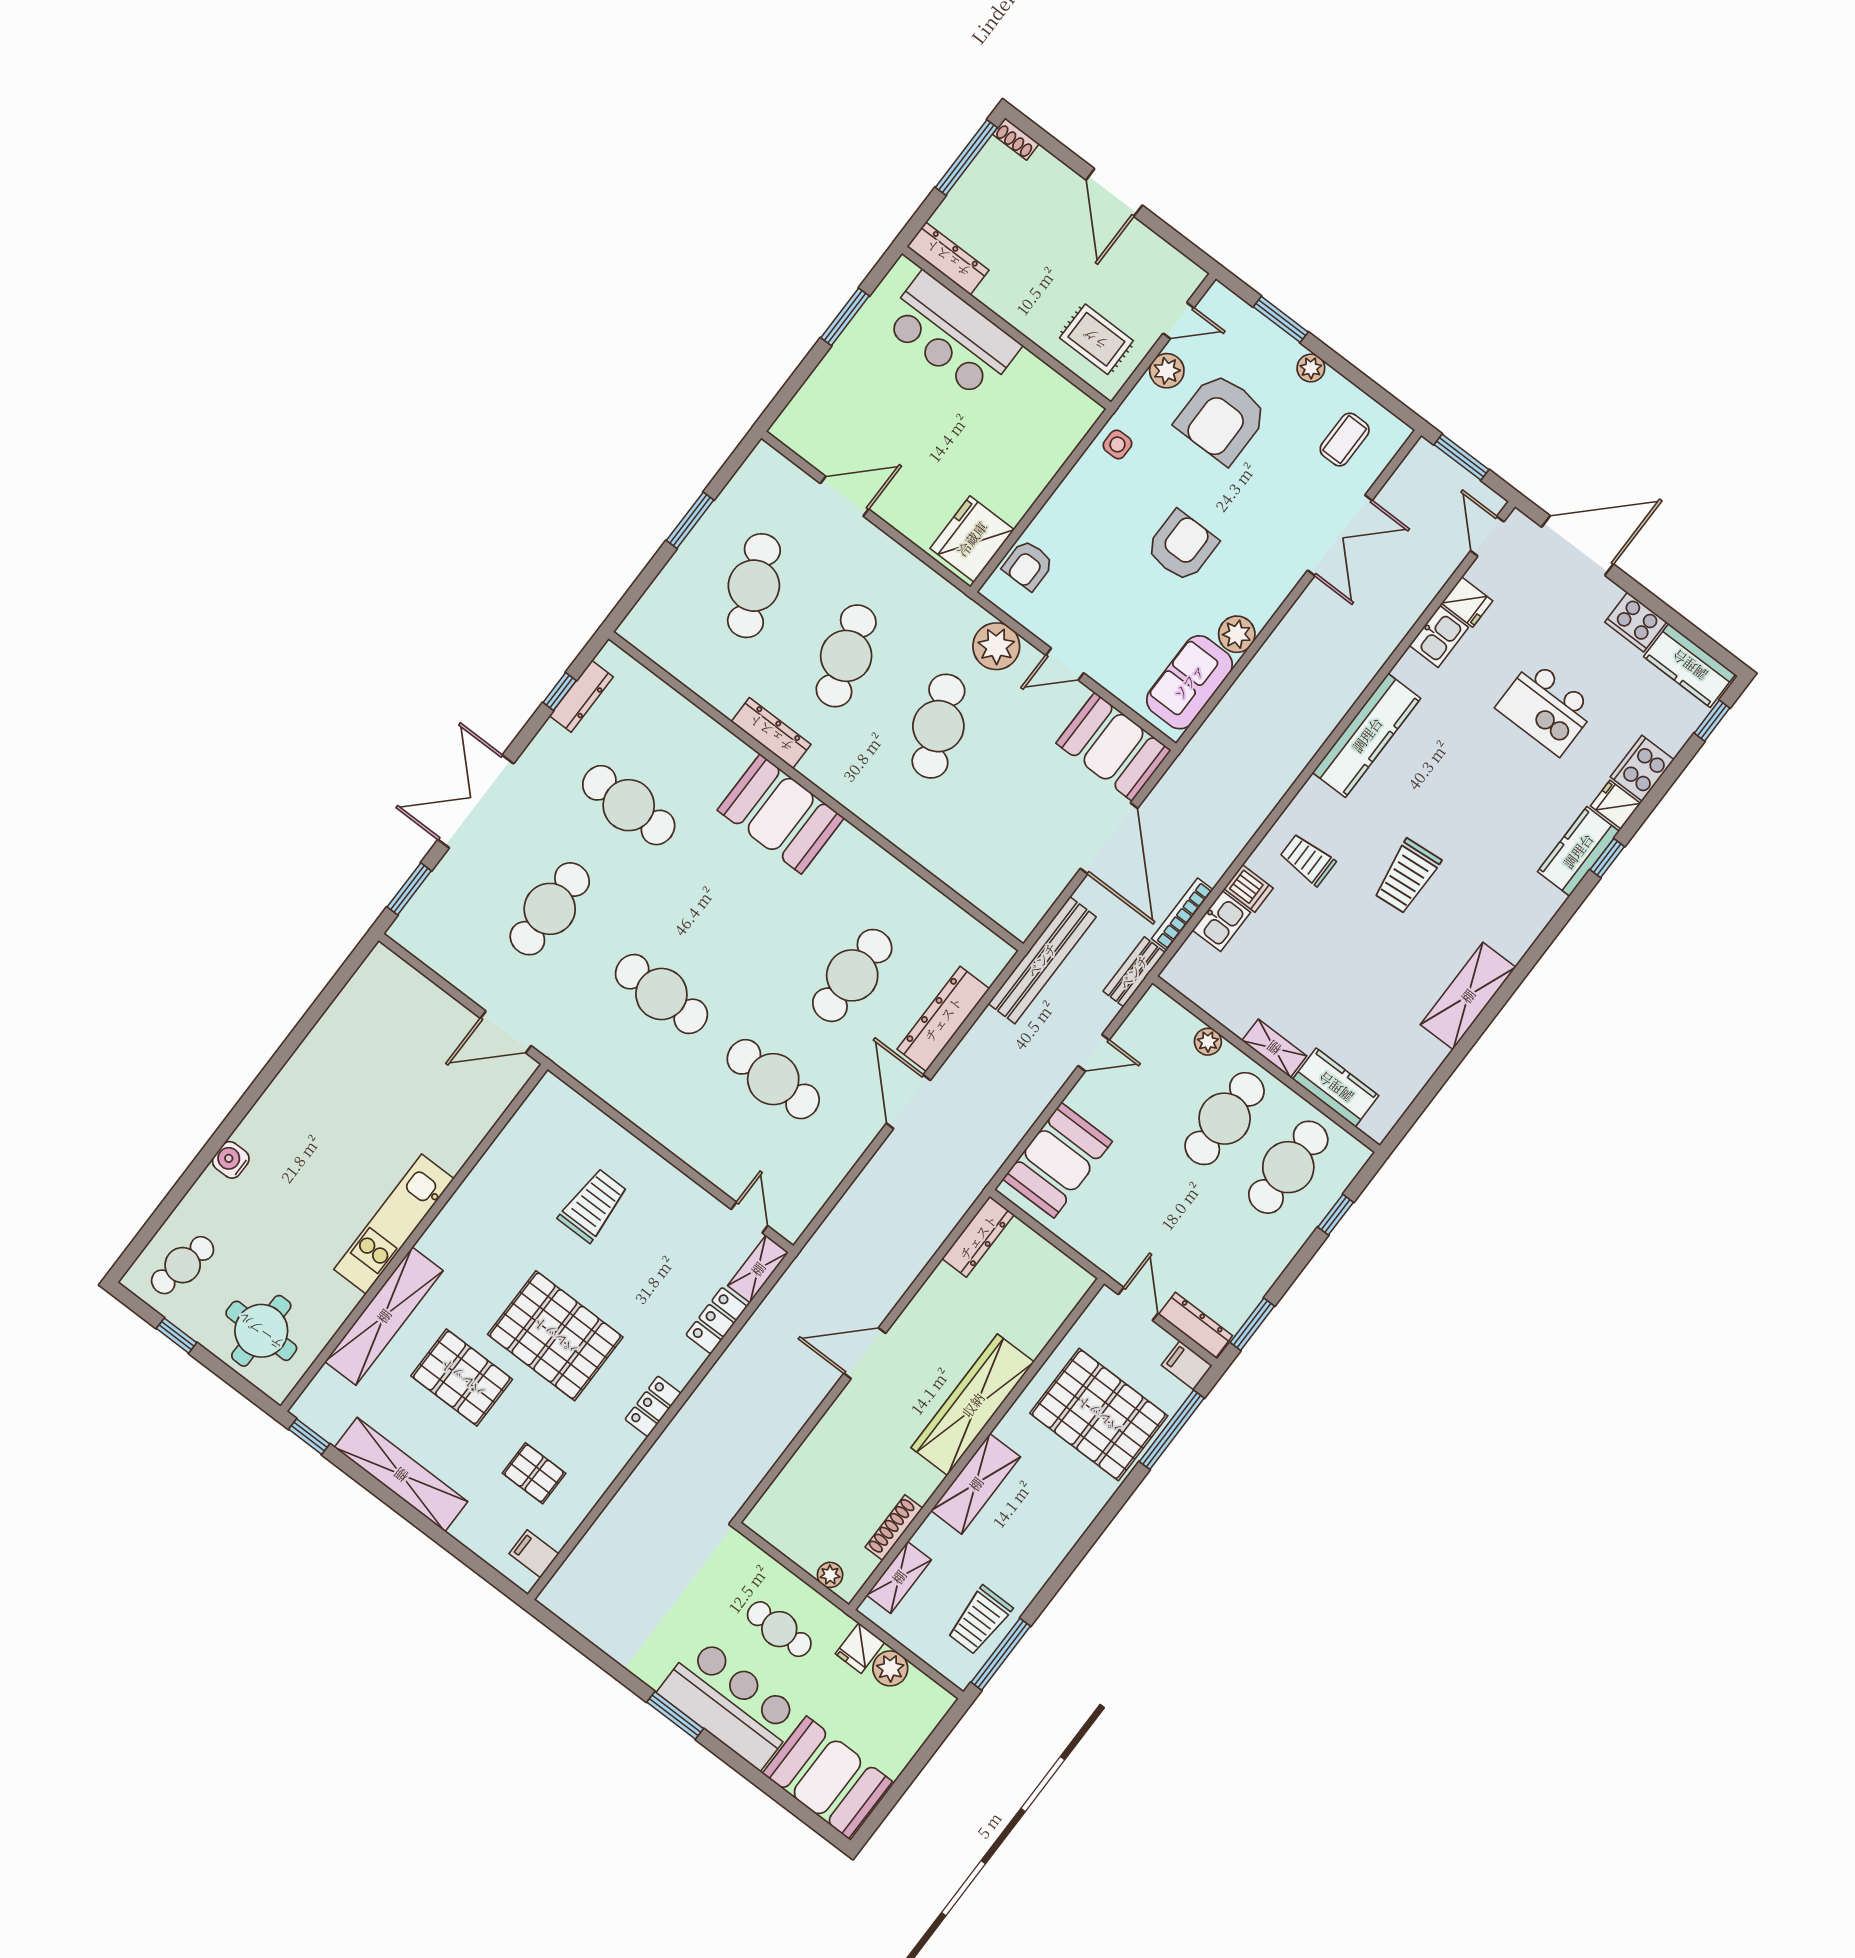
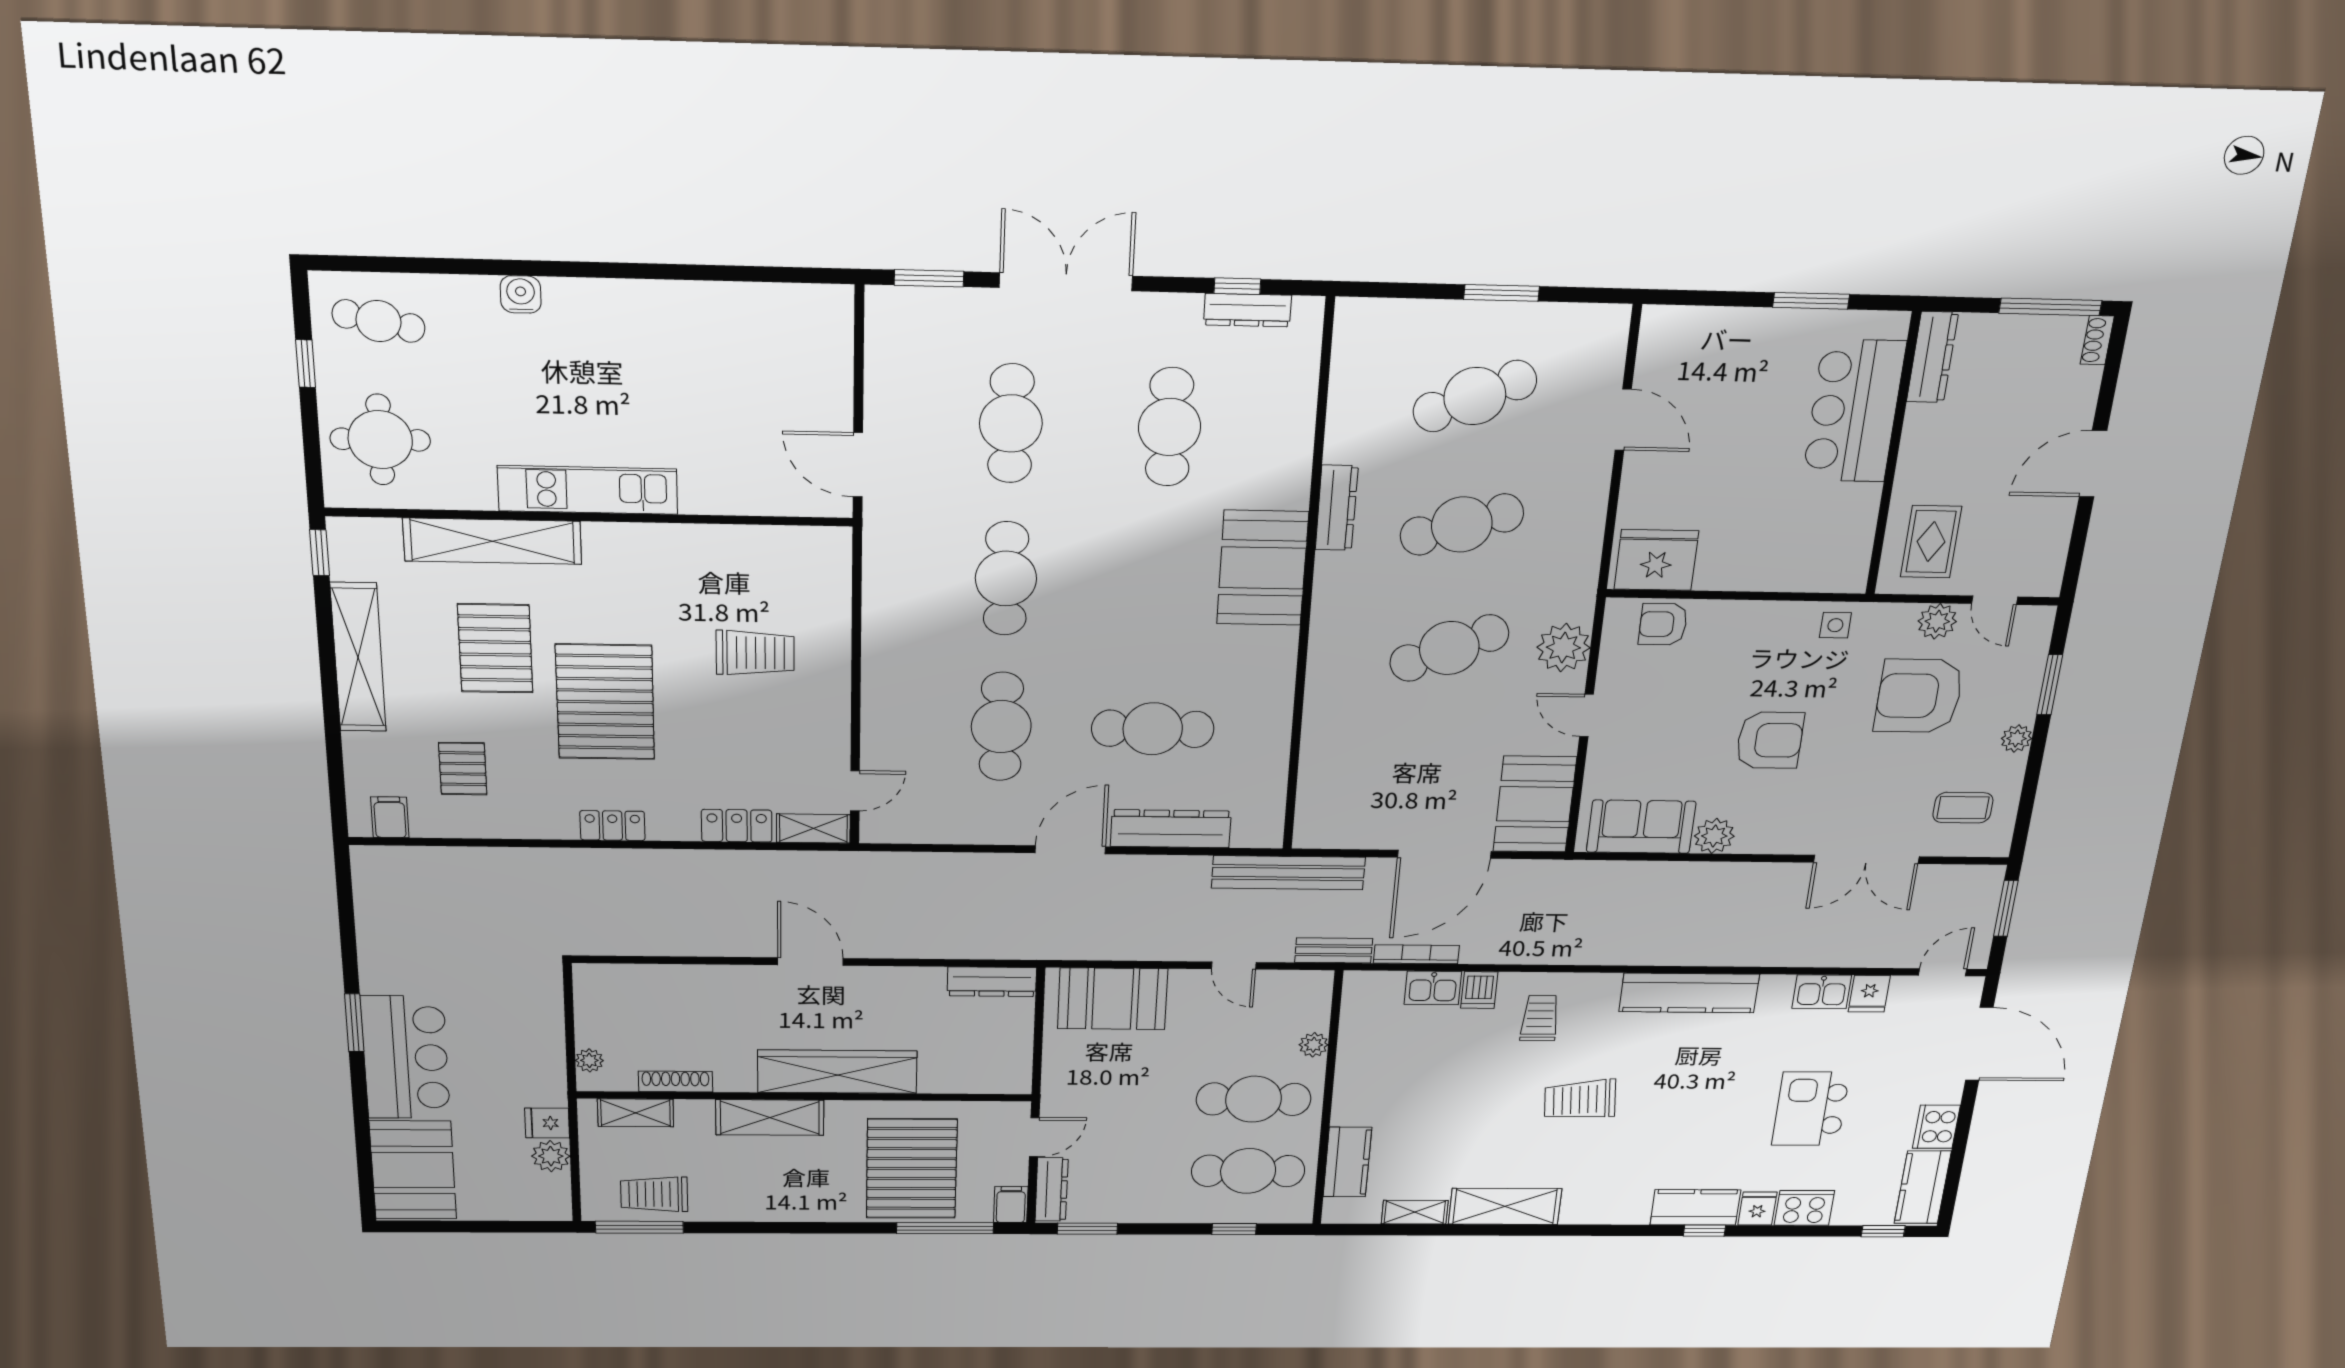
cafe table: (550, 909) -> (1011, 423), turned 90
shelving: (1274, 1048) -> (1415, 1212), moved, turned 90
cafe table: (779, 1629) -> (506, 1053), removed

